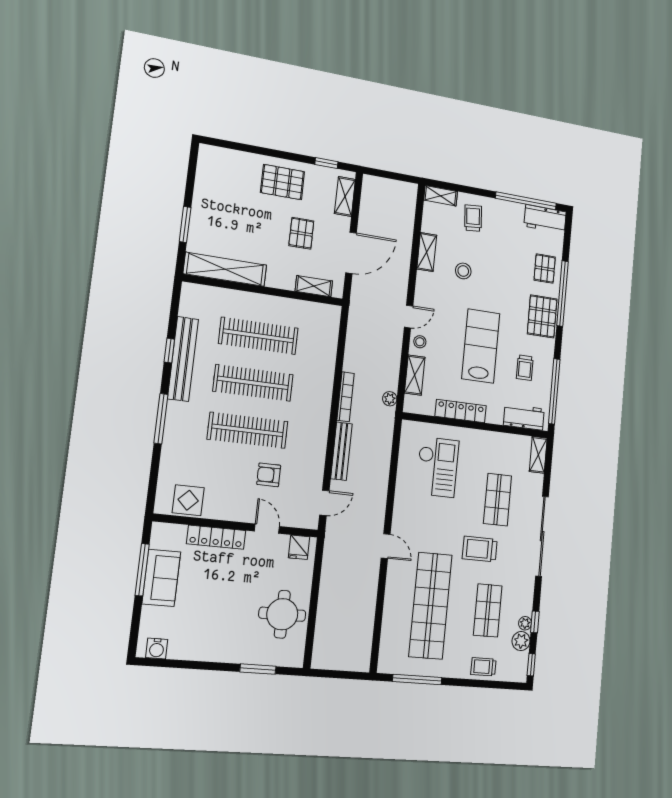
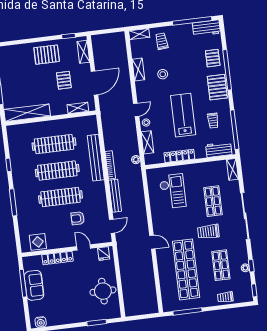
bench: (183, 359) -> (96, 158), moved
plant: (521, 641) -> (245, 278), removed

